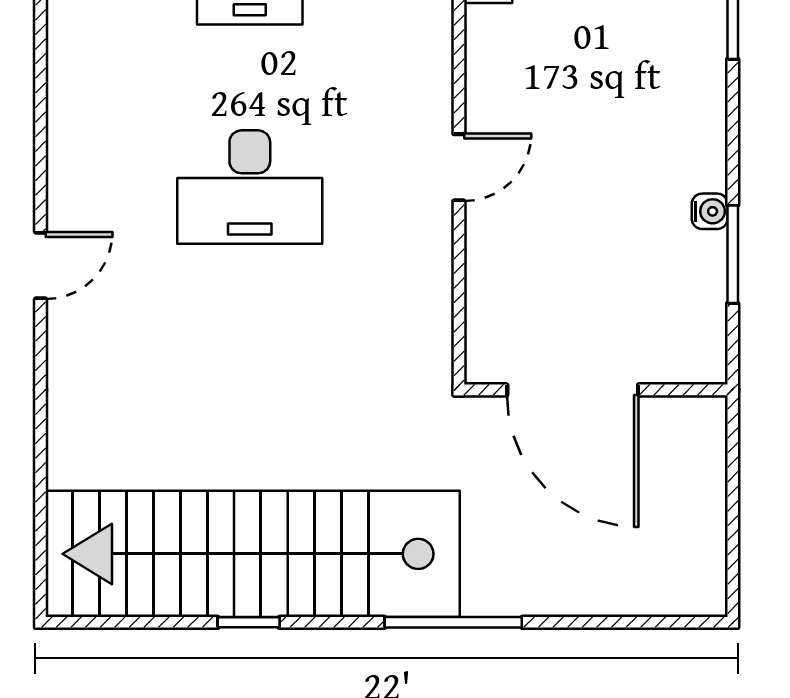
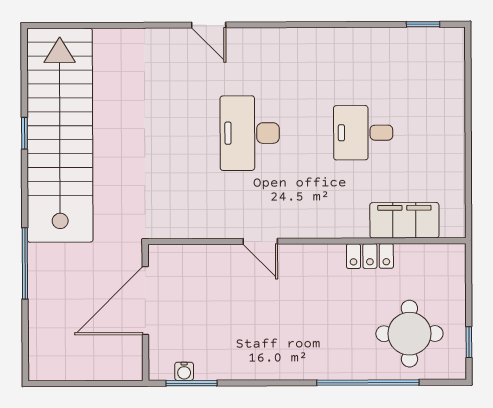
water cooler: (710, 211) -> (184, 371), moved
window: (733, 254) -> (192, 383), moved
window: (453, 622) -> (25, 263), moved

